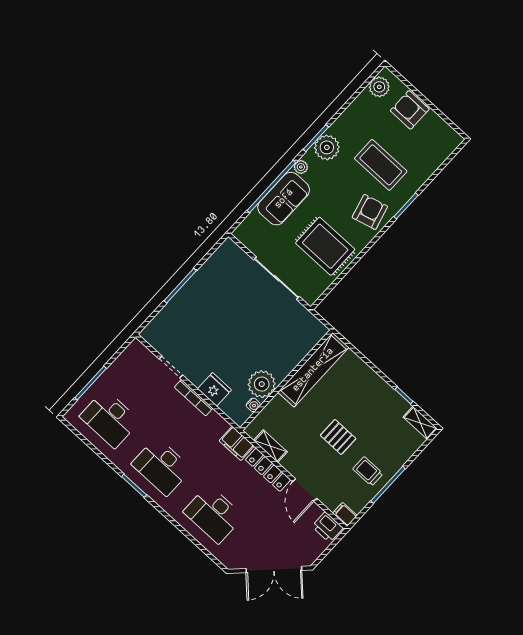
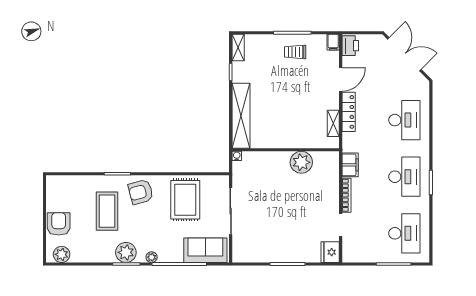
armchair: (410, 110) -> (59, 224), turned 180
sofa: (284, 199) -> (205, 250), moved
shelving: (313, 370) -> (241, 116), moved, turned 90
fridge: (214, 389) -> (330, 252), moved
water cooler: (253, 405) -> (237, 156), moved
pallet: (338, 437) -> (291, 88), removed
filing cabinet: (237, 443) -> (350, 165), moved
trolley: (368, 471) -> (295, 52), turned 90

